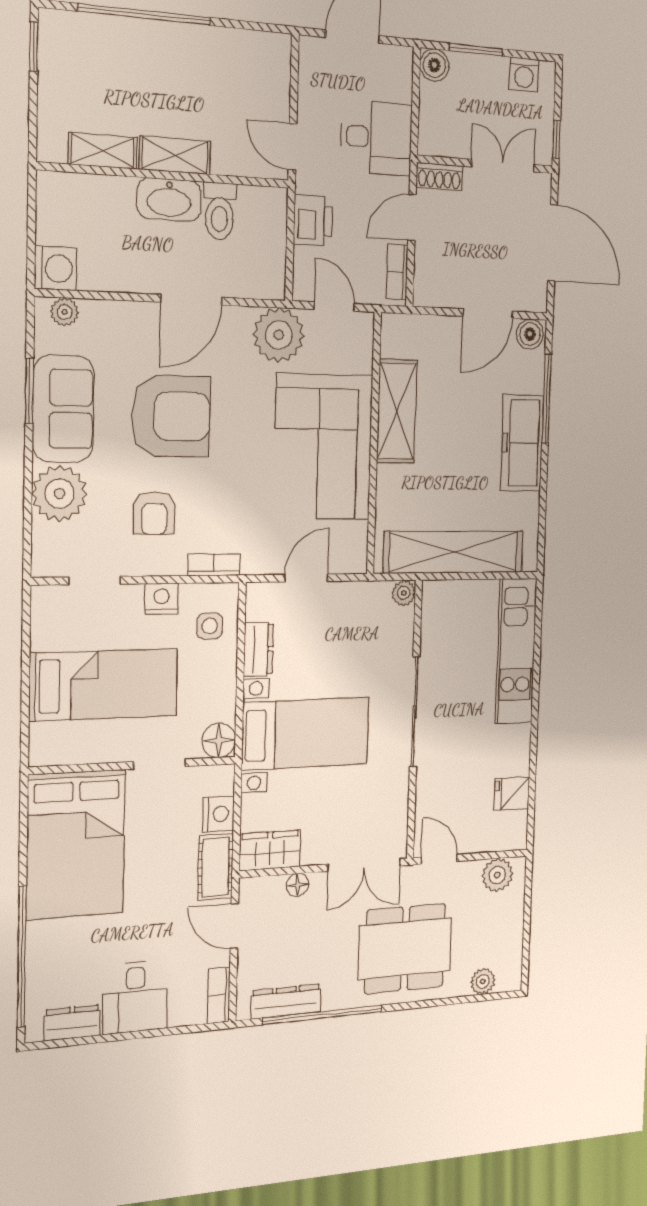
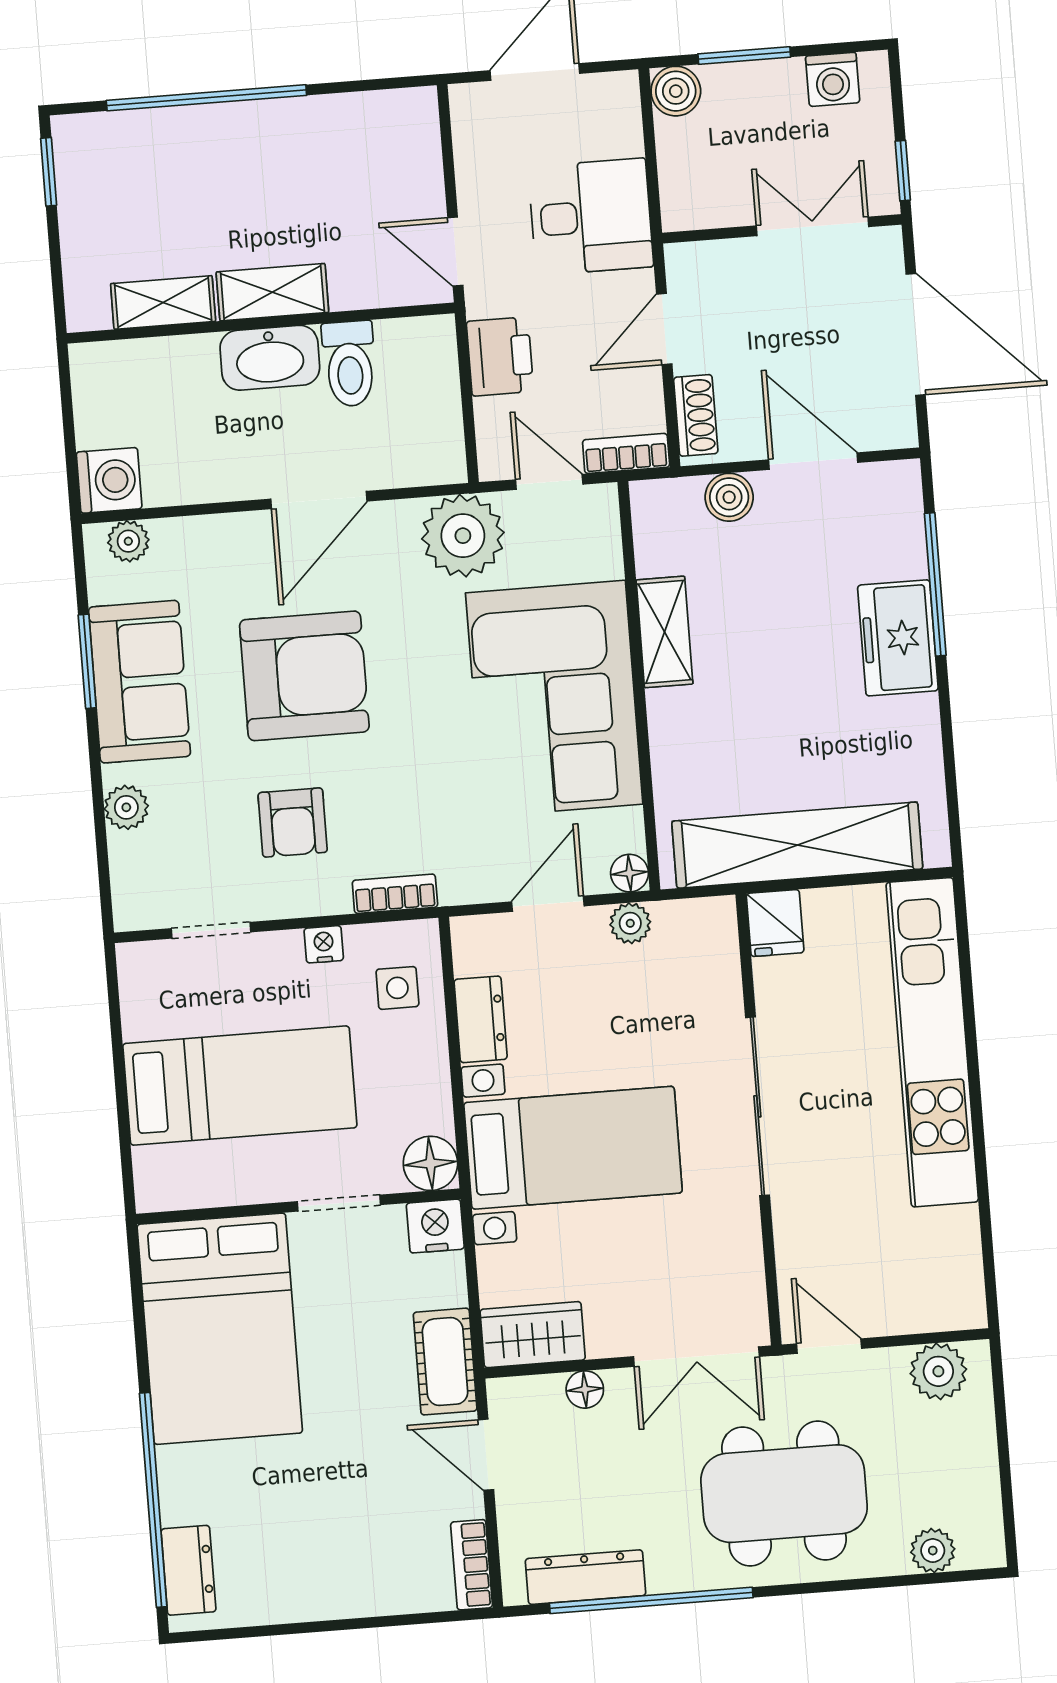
shoe rack: (439, 177) -> (696, 415), moved, turned -90
bookcase: (397, 272) -> (626, 453), moved, turned 90
door: (488, 314) -> (813, 461), swing flipped
boiler: (530, 334) -> (729, 497), moved
shelving: (397, 411) -> (664, 632), width x0.67, depth x0.75
freezer: (522, 443) -> (898, 638), width x0.71
plant: (60, 494) -> (126, 807), width x0.53, depth x0.53
floor lamp: (356, 562) -> (629, 873), added
plant: (404, 593) -> (630, 923), moved
nightstand: (162, 599) -> (324, 944), width x0.72, depth x0.74
kitchen unit: (516, 651) -> (932, 1042), width x1.36
fridge: (512, 794) -> (775, 923), moved, turned -90
nightstand: (218, 814) -> (435, 1226), moved, turned -90
desk: (135, 997) -> (336, 1565), removed
dresser: (72, 1023) -> (188, 1570), moved, turned 90

